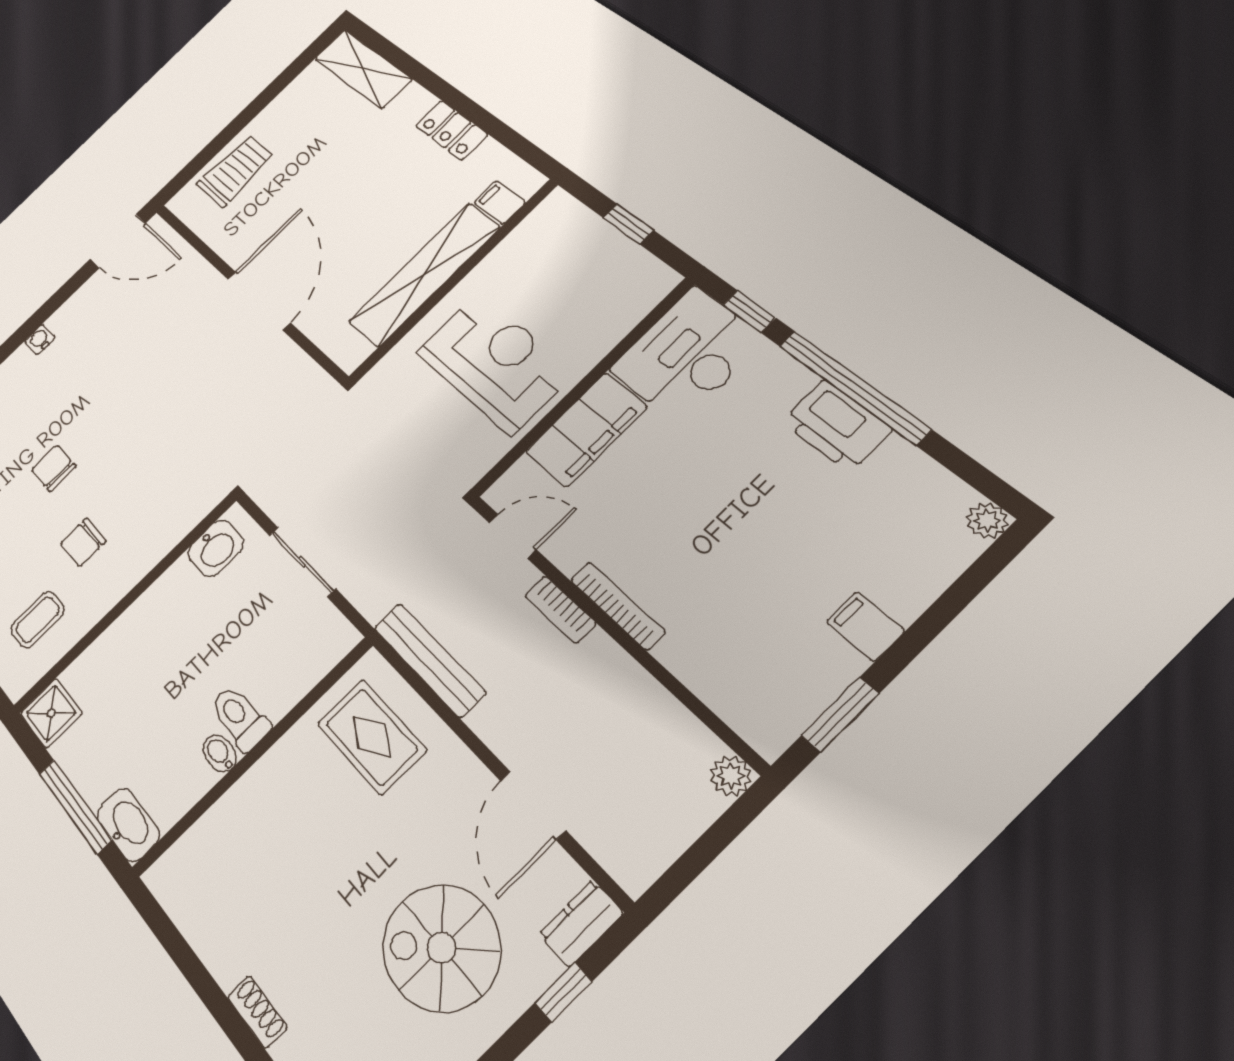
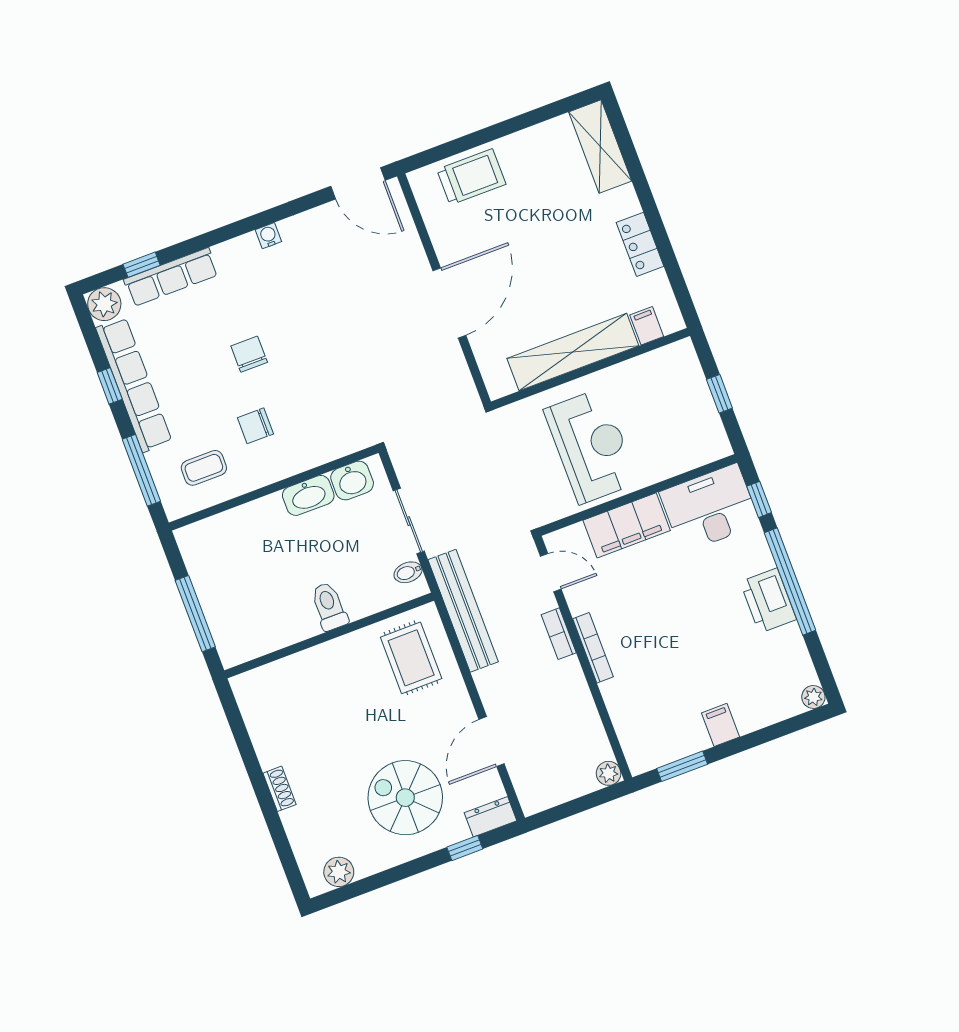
bench: (430, 660) -> (463, 611), width x1.37, depth x1.21
shower: (51, 713) -> (196, 541), removed
bidet: (220, 753) -> (408, 572), moved, turned -90
washbasin: (128, 825) -> (308, 495), moved, turned 90

